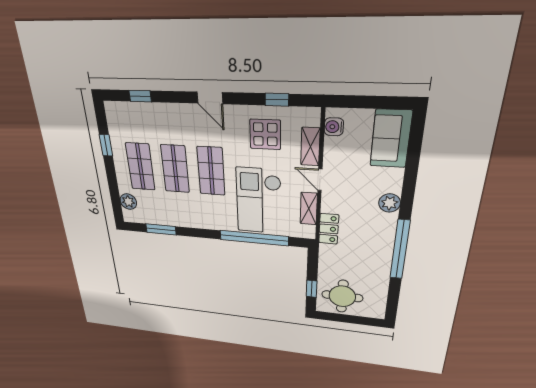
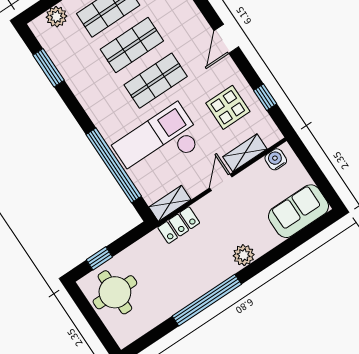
shelving: (309, 209) -> (170, 203), moved

